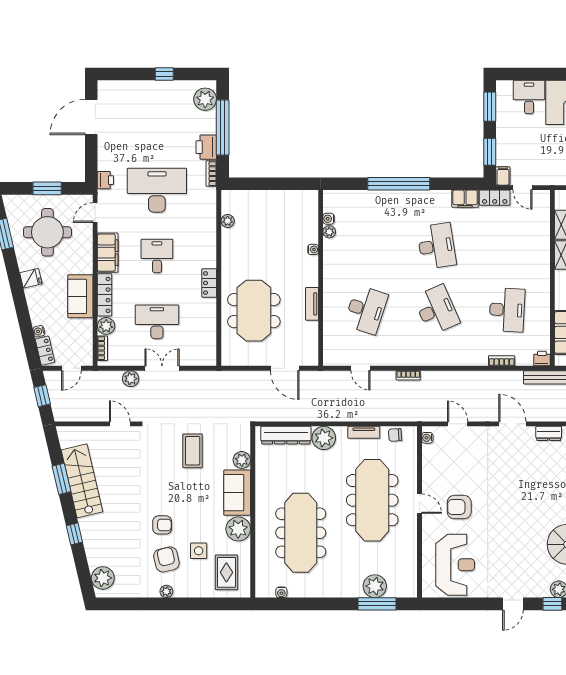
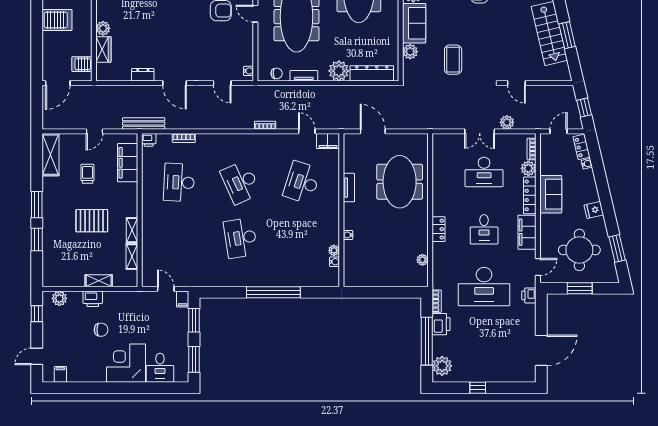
locker: (495, 198) -> (190, 280), removed
filing cabinet: (465, 199) -> (328, 141), moved, turned 180
locker: (209, 283) -> (439, 229), moved

